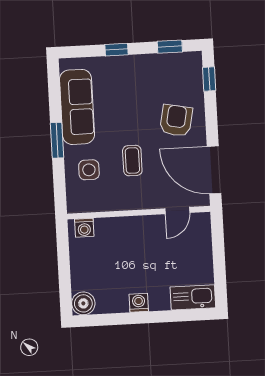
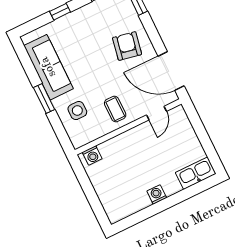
coffee table: (132, 161) -> (115, 109), moved
boiler: (83, 303) -> (115, 212), removed

